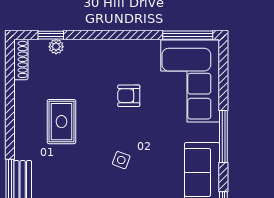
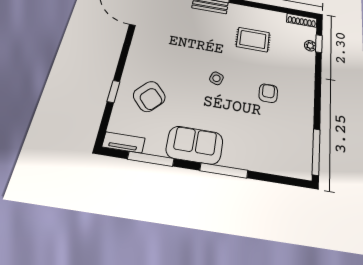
corner sofa: (190, 81) -> (276, 147), removed

